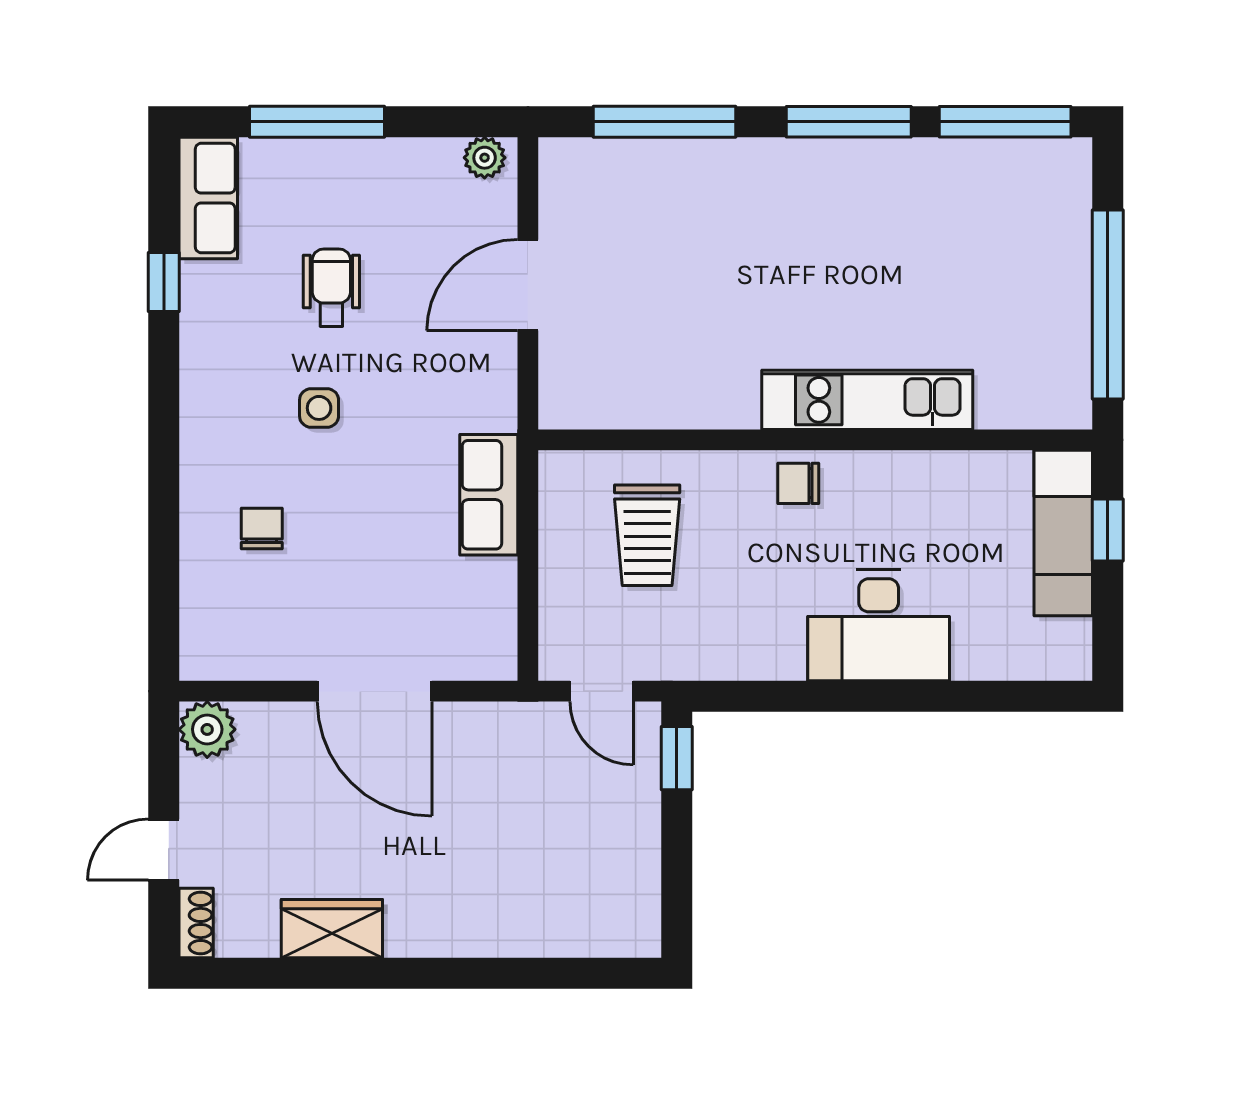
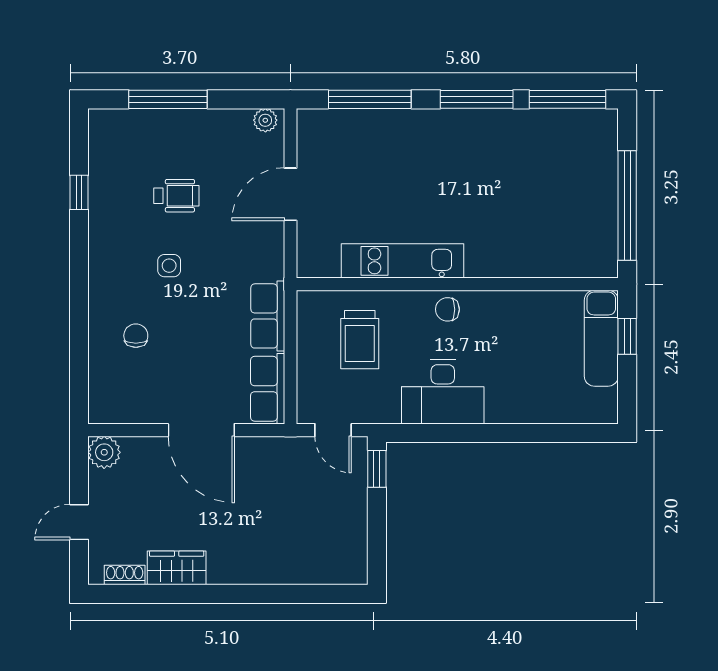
row of seats: (208, 198) -> (268, 389), moved, turned 180
wheelchair: (331, 288) -> (176, 196), turned 90
kitchen unit: (867, 400) -> (403, 261), moved
desk: (879, 625) -> (443, 392), moved
shoe rack: (196, 923) -> (125, 575), moved, turned -90

